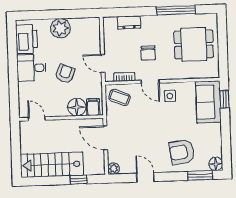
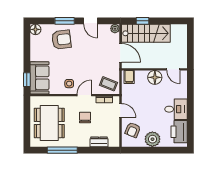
dining table: (194, 44) -> (49, 123), width x1.38
armchair: (65, 74) -> (133, 130), moved
door: (150, 82) -> (84, 95), hinge flipped
floor lamp: (77, 107) -> (155, 77), moved
stairs: (52, 165) -> (146, 33), moved
window: (200, 175) -> (65, 21), moved

